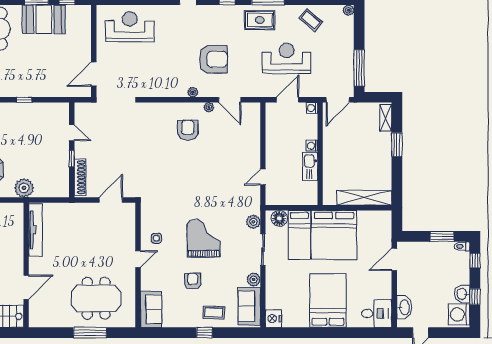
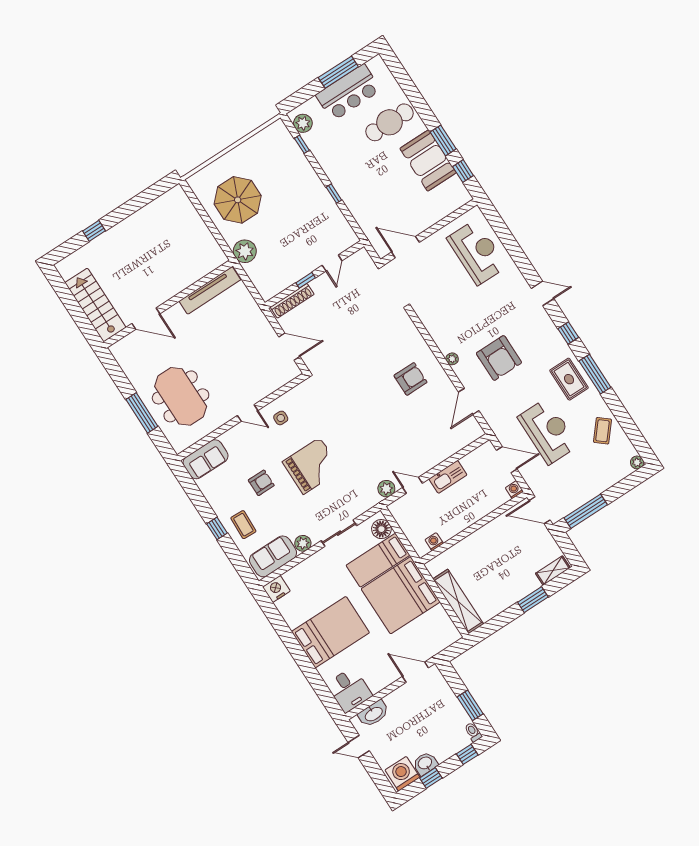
plant: (209, 107) -> (447, 385), removed
washing machine: (312, 146) -> (434, 542), moved
kitchen sink: (310, 167) -> (448, 477), moved, turned 180
plant: (253, 222) -> (386, 489), moved

